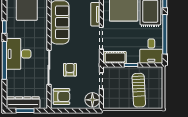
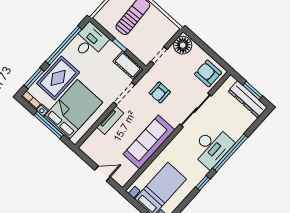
armchair: (70, 70) -> (160, 92), moved

